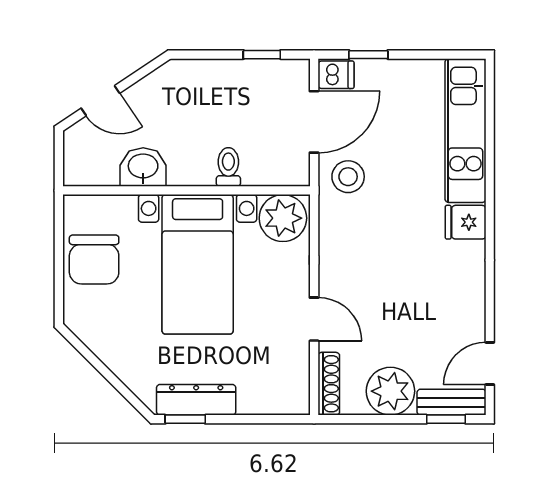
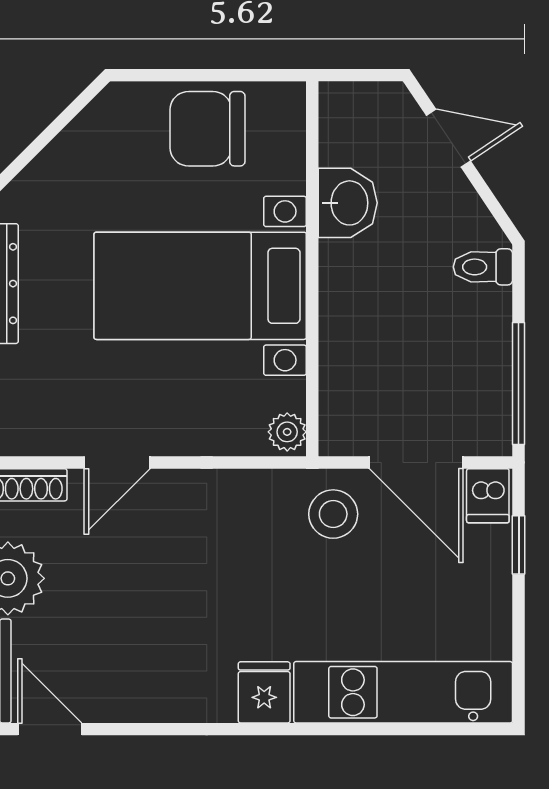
window: (262, 55) -> (519, 383), width x2.17
door: (100, 101) -> (448, 138), swing flipped
toilet: (228, 167) -> (483, 267), moved, turned 180
plant: (283, 218) -> (287, 432), width x0.53, depth x0.53

